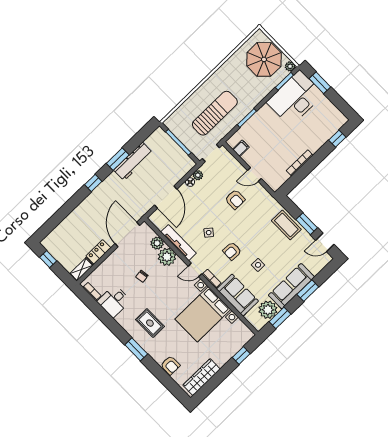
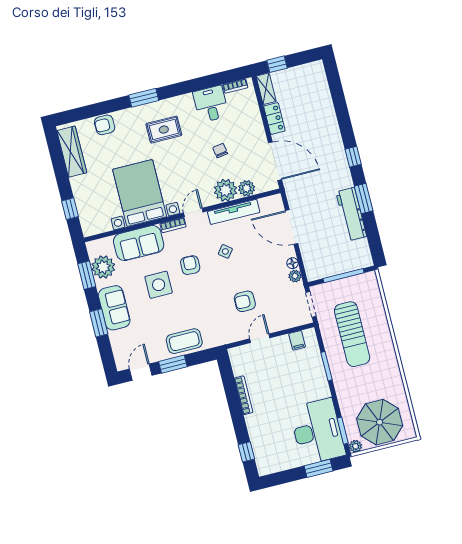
window: (48, 259) -> (277, 64), moved
side table: (258, 265) -> (159, 285), width x1.87, depth x1.87
sofa: (291, 286) -> (114, 308), width x0.73

